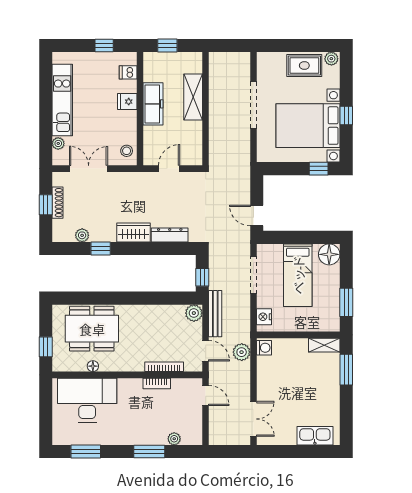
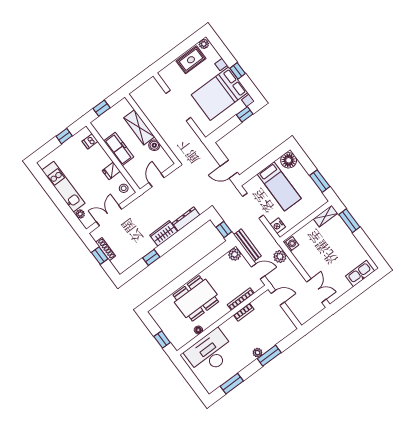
fridge: (127, 102) -> (111, 171), moved
boiler: (195, 129) -> (154, 145), added
plant: (82, 235) -> (135, 258), removed
dining table: (92, 329) -> (196, 298), moved
plant: (174, 439) -> (258, 353), moved

